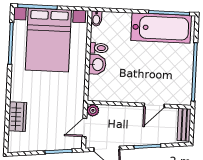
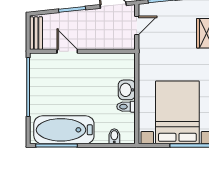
bidet: (96, 19) -> (114, 136), moved
door: (154, 105) -> (67, 51), hinge flipped
plant: (93, 110) -> (129, 43), removed

